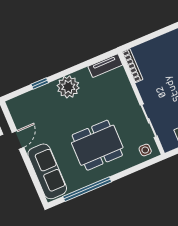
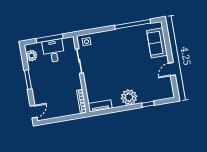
dining table: (97, 145) -> (119, 53), removed
sofa: (47, 171) -> (157, 43), width x0.73

